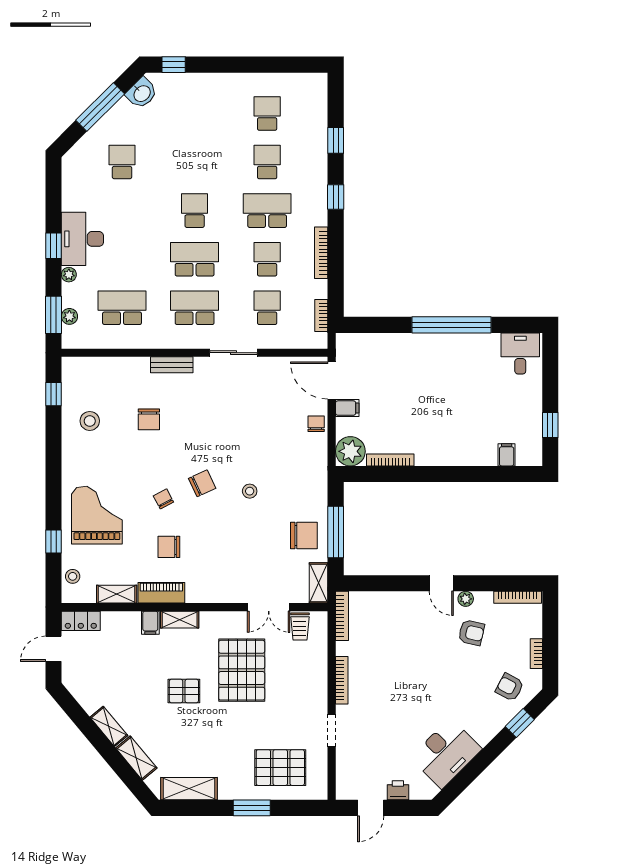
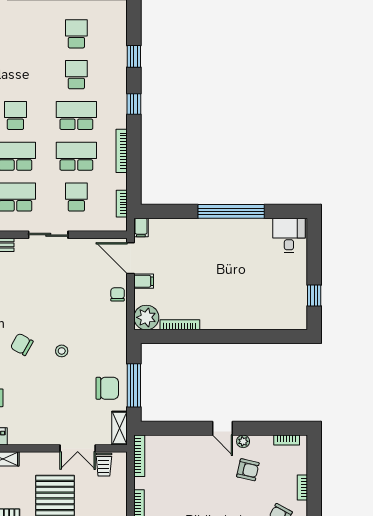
school desk: (267, 259) -> (76, 156), width x1.85
filing cabinet: (507, 455) -> (141, 227), moved, turned 180
chair: (202, 483) -> (22, 344), turned -126
bookcase: (518, 597) -> (287, 440), width x0.64

